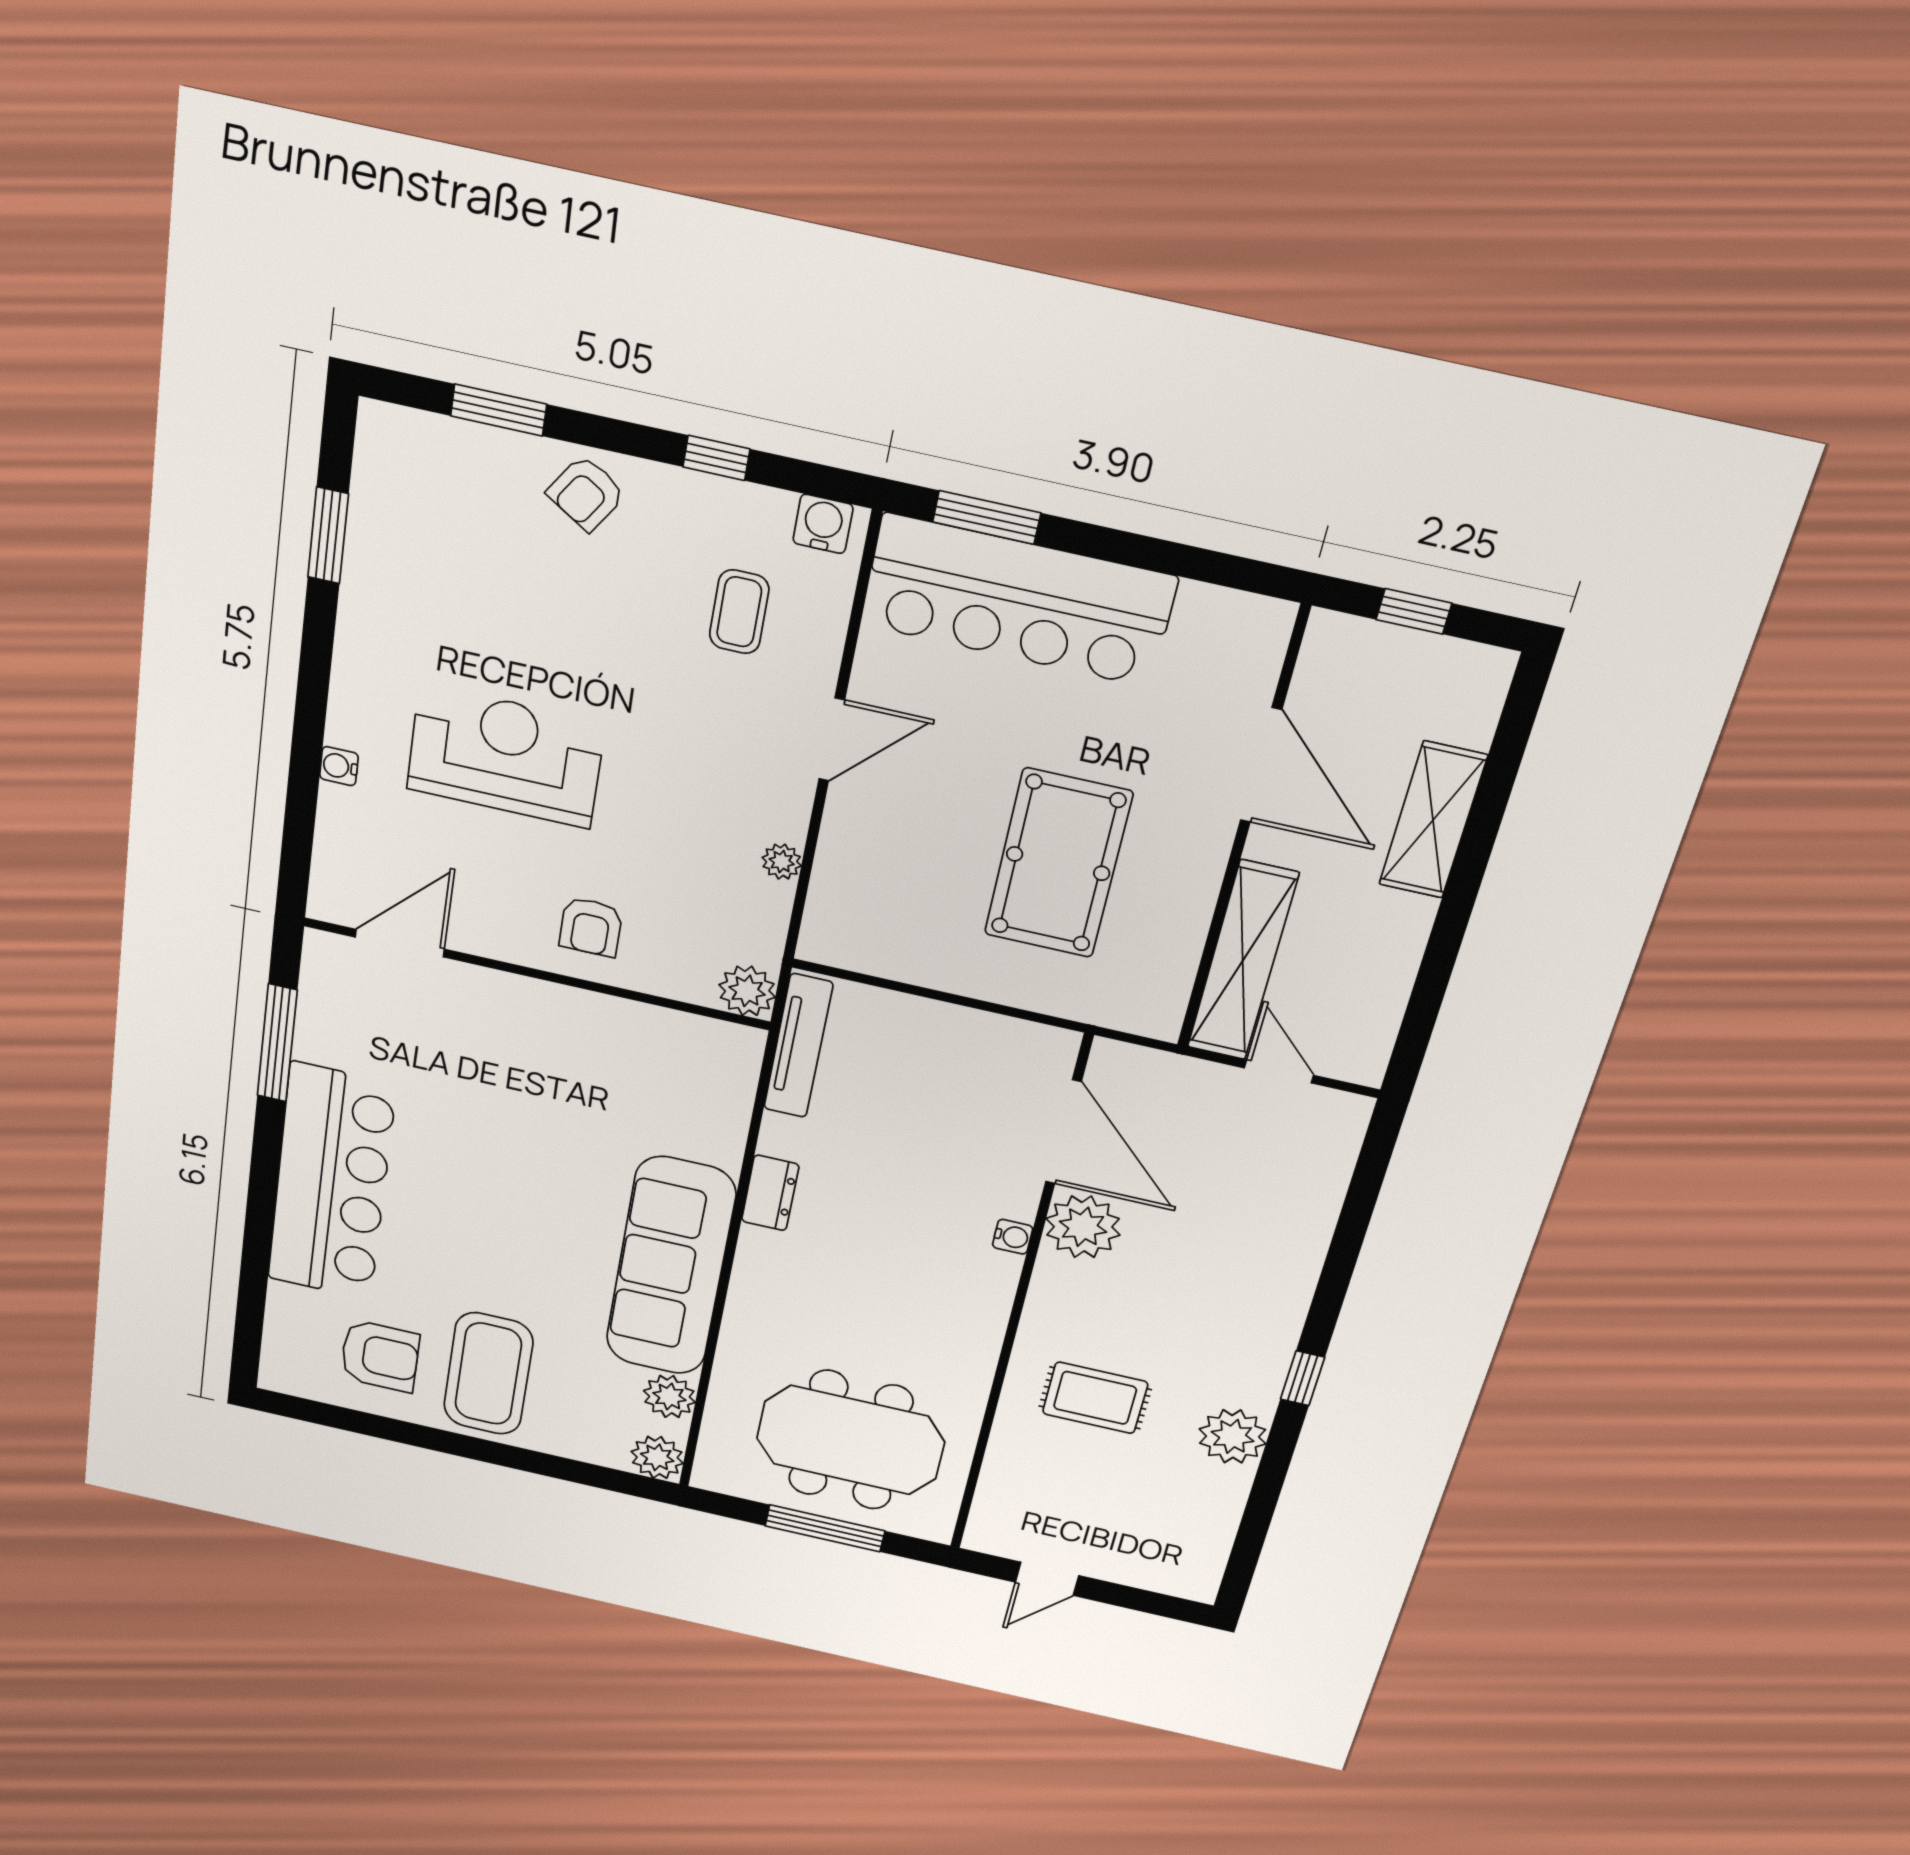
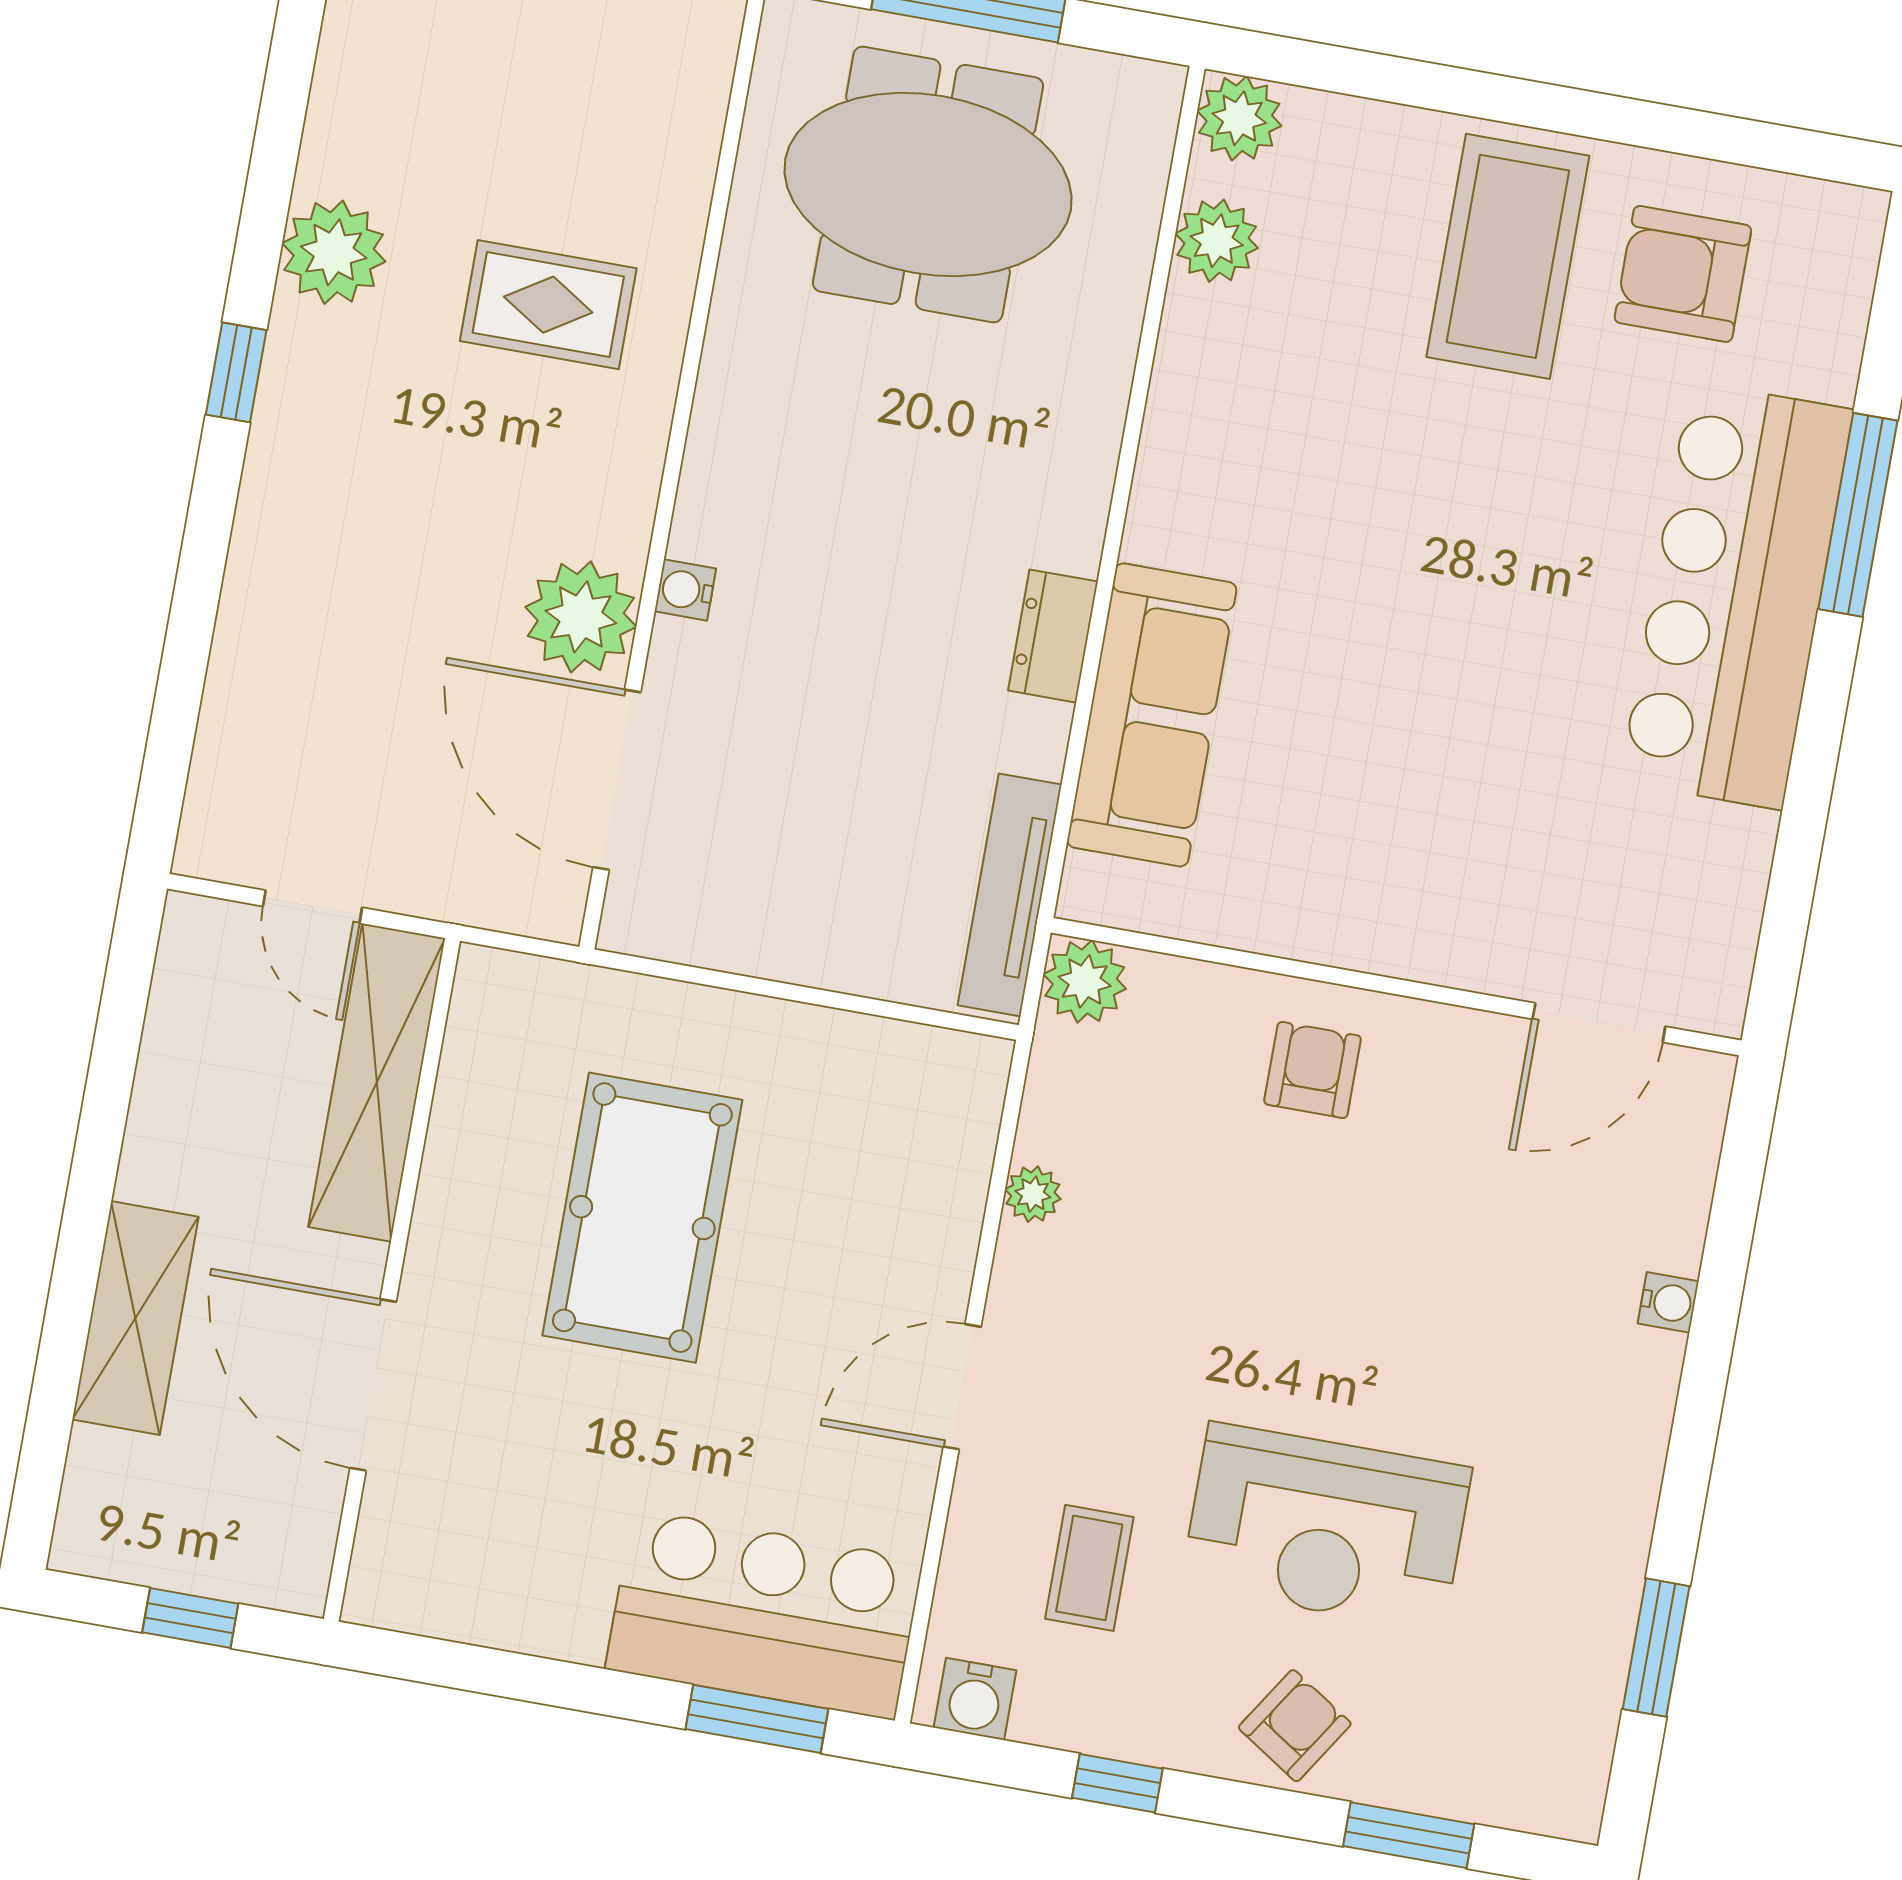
bar counter: (1018, 600) -> (764, 1614), width x0.73
reception desk: (505, 756) -> (1326, 1527), moved
window: (277, 1043) -> (1858, 515), moved
sofa: (670, 1267) -> (1152, 715), moved, width x0.74, depth x0.79

